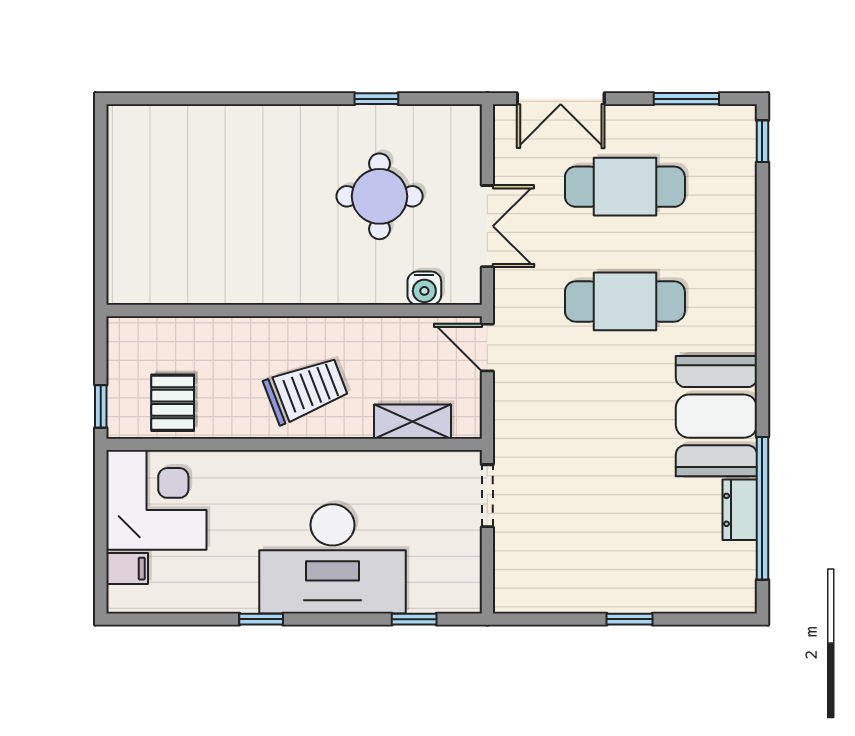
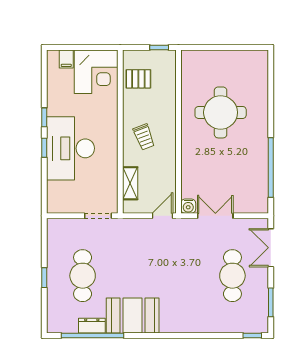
window: (376, 99) -> (271, 168), width x3.17
round table: (380, 196) -> (221, 112), moved, width x1.36, depth x1.36
double door: (487, 226) -> (215, 216), swing flipped
water cooler: (424, 288) -> (188, 206), moved, turned -90
cafe table: (625, 301) -> (83, 276), moved
trolley: (306, 390) -> (144, 137), width x0.73, depth x0.72
window: (101, 406) -> (159, 48), moved
window: (414, 619) -> (44, 148), moved

